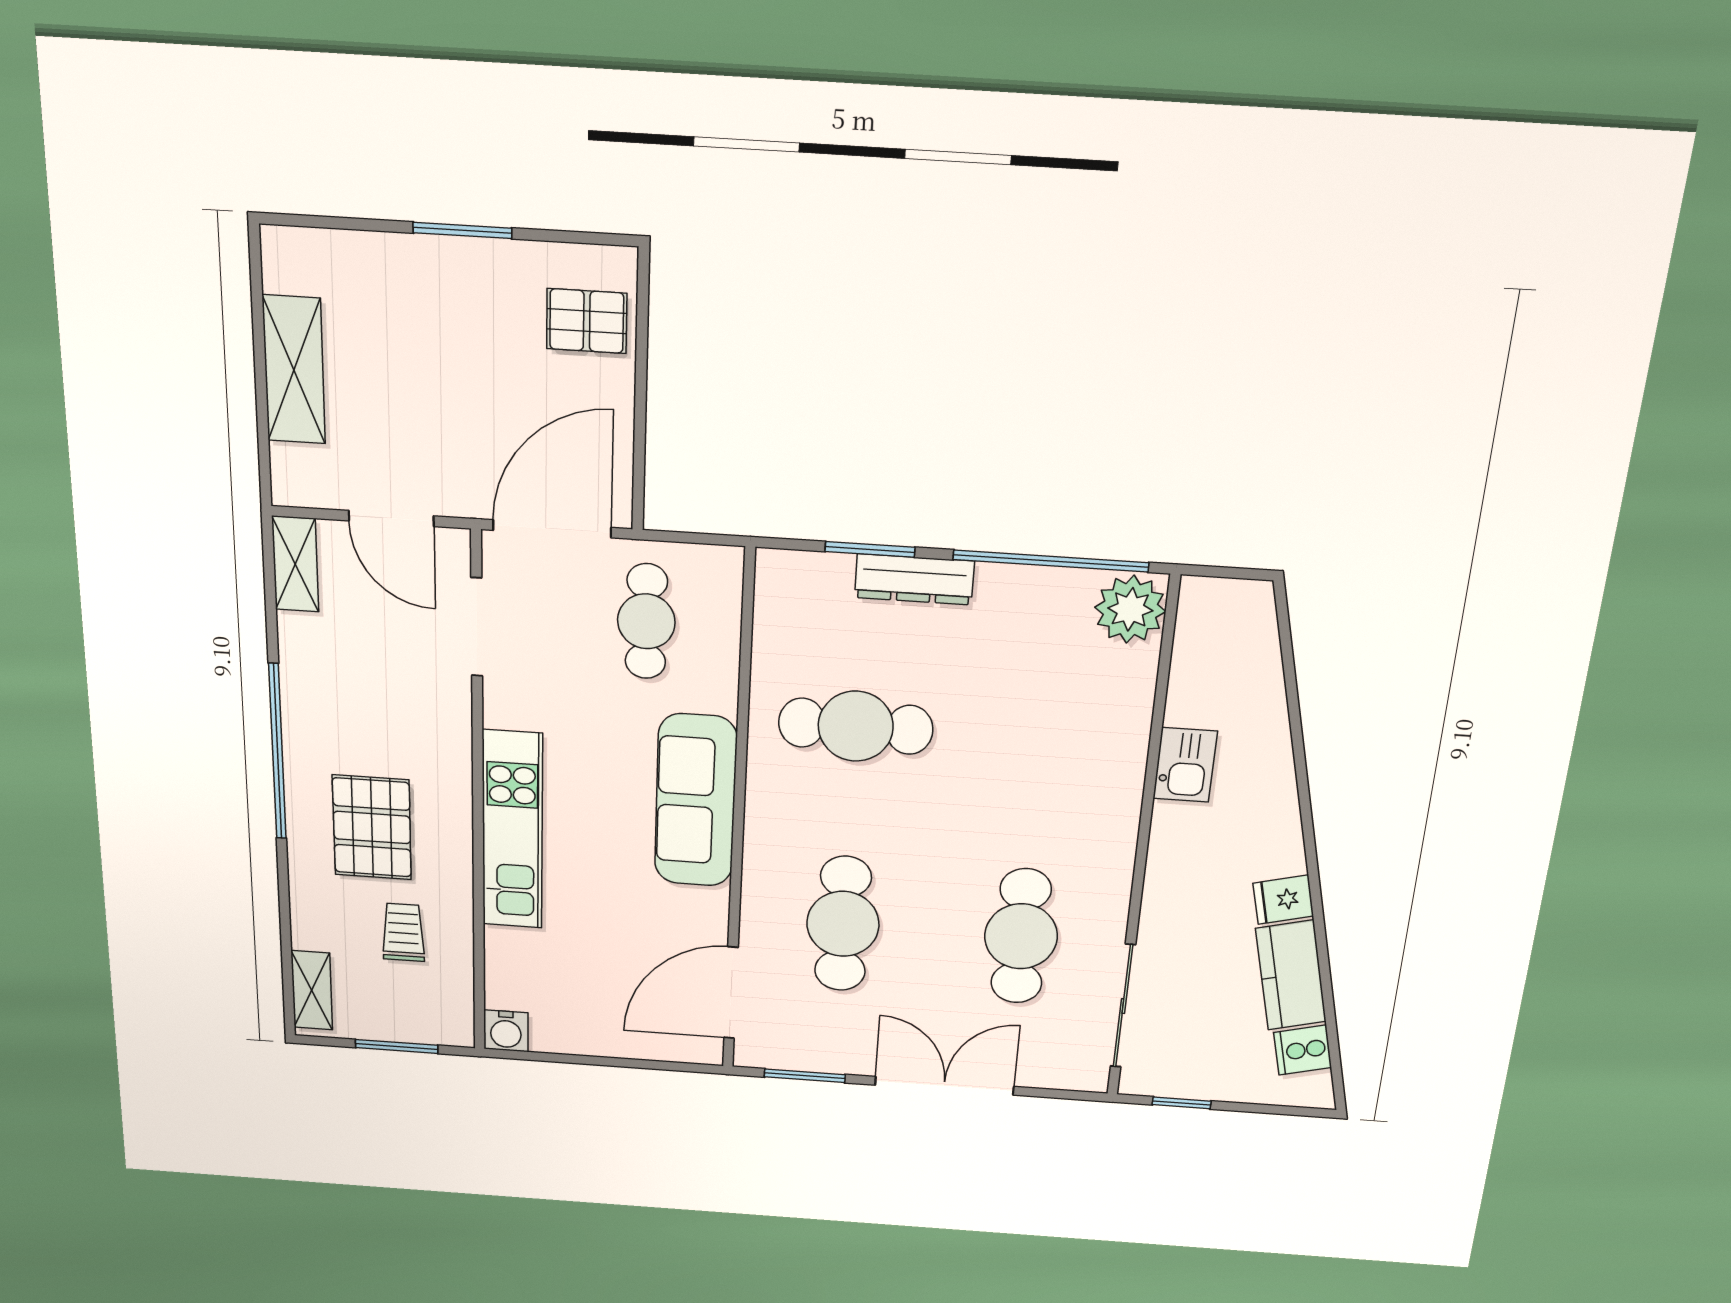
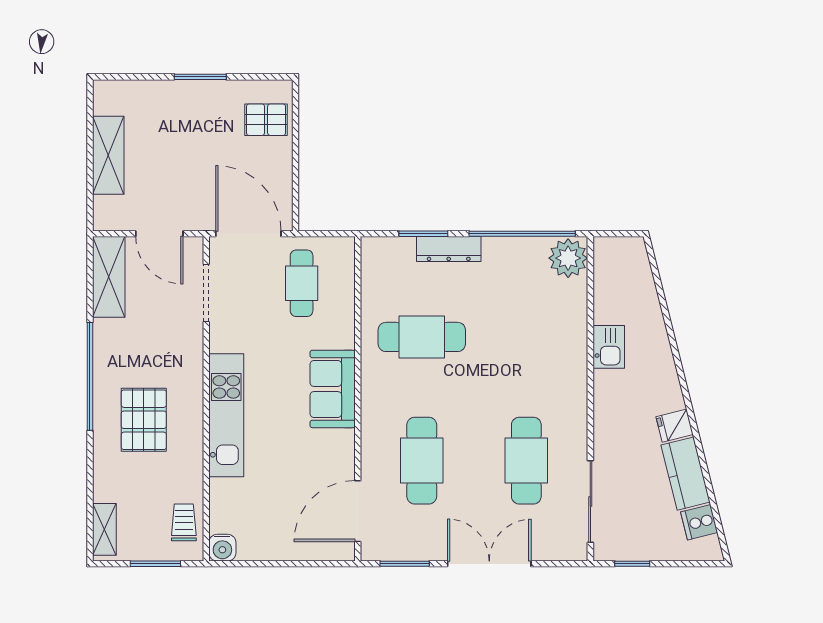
door: (552, 529) -> (248, 234), hinge flipped
shelving: (295, 564) -> (109, 277), width x1.50, depth x1.33
sofa: (696, 801) -> (333, 389), width x0.73
trolley: (403, 932) -> (184, 522), moved

